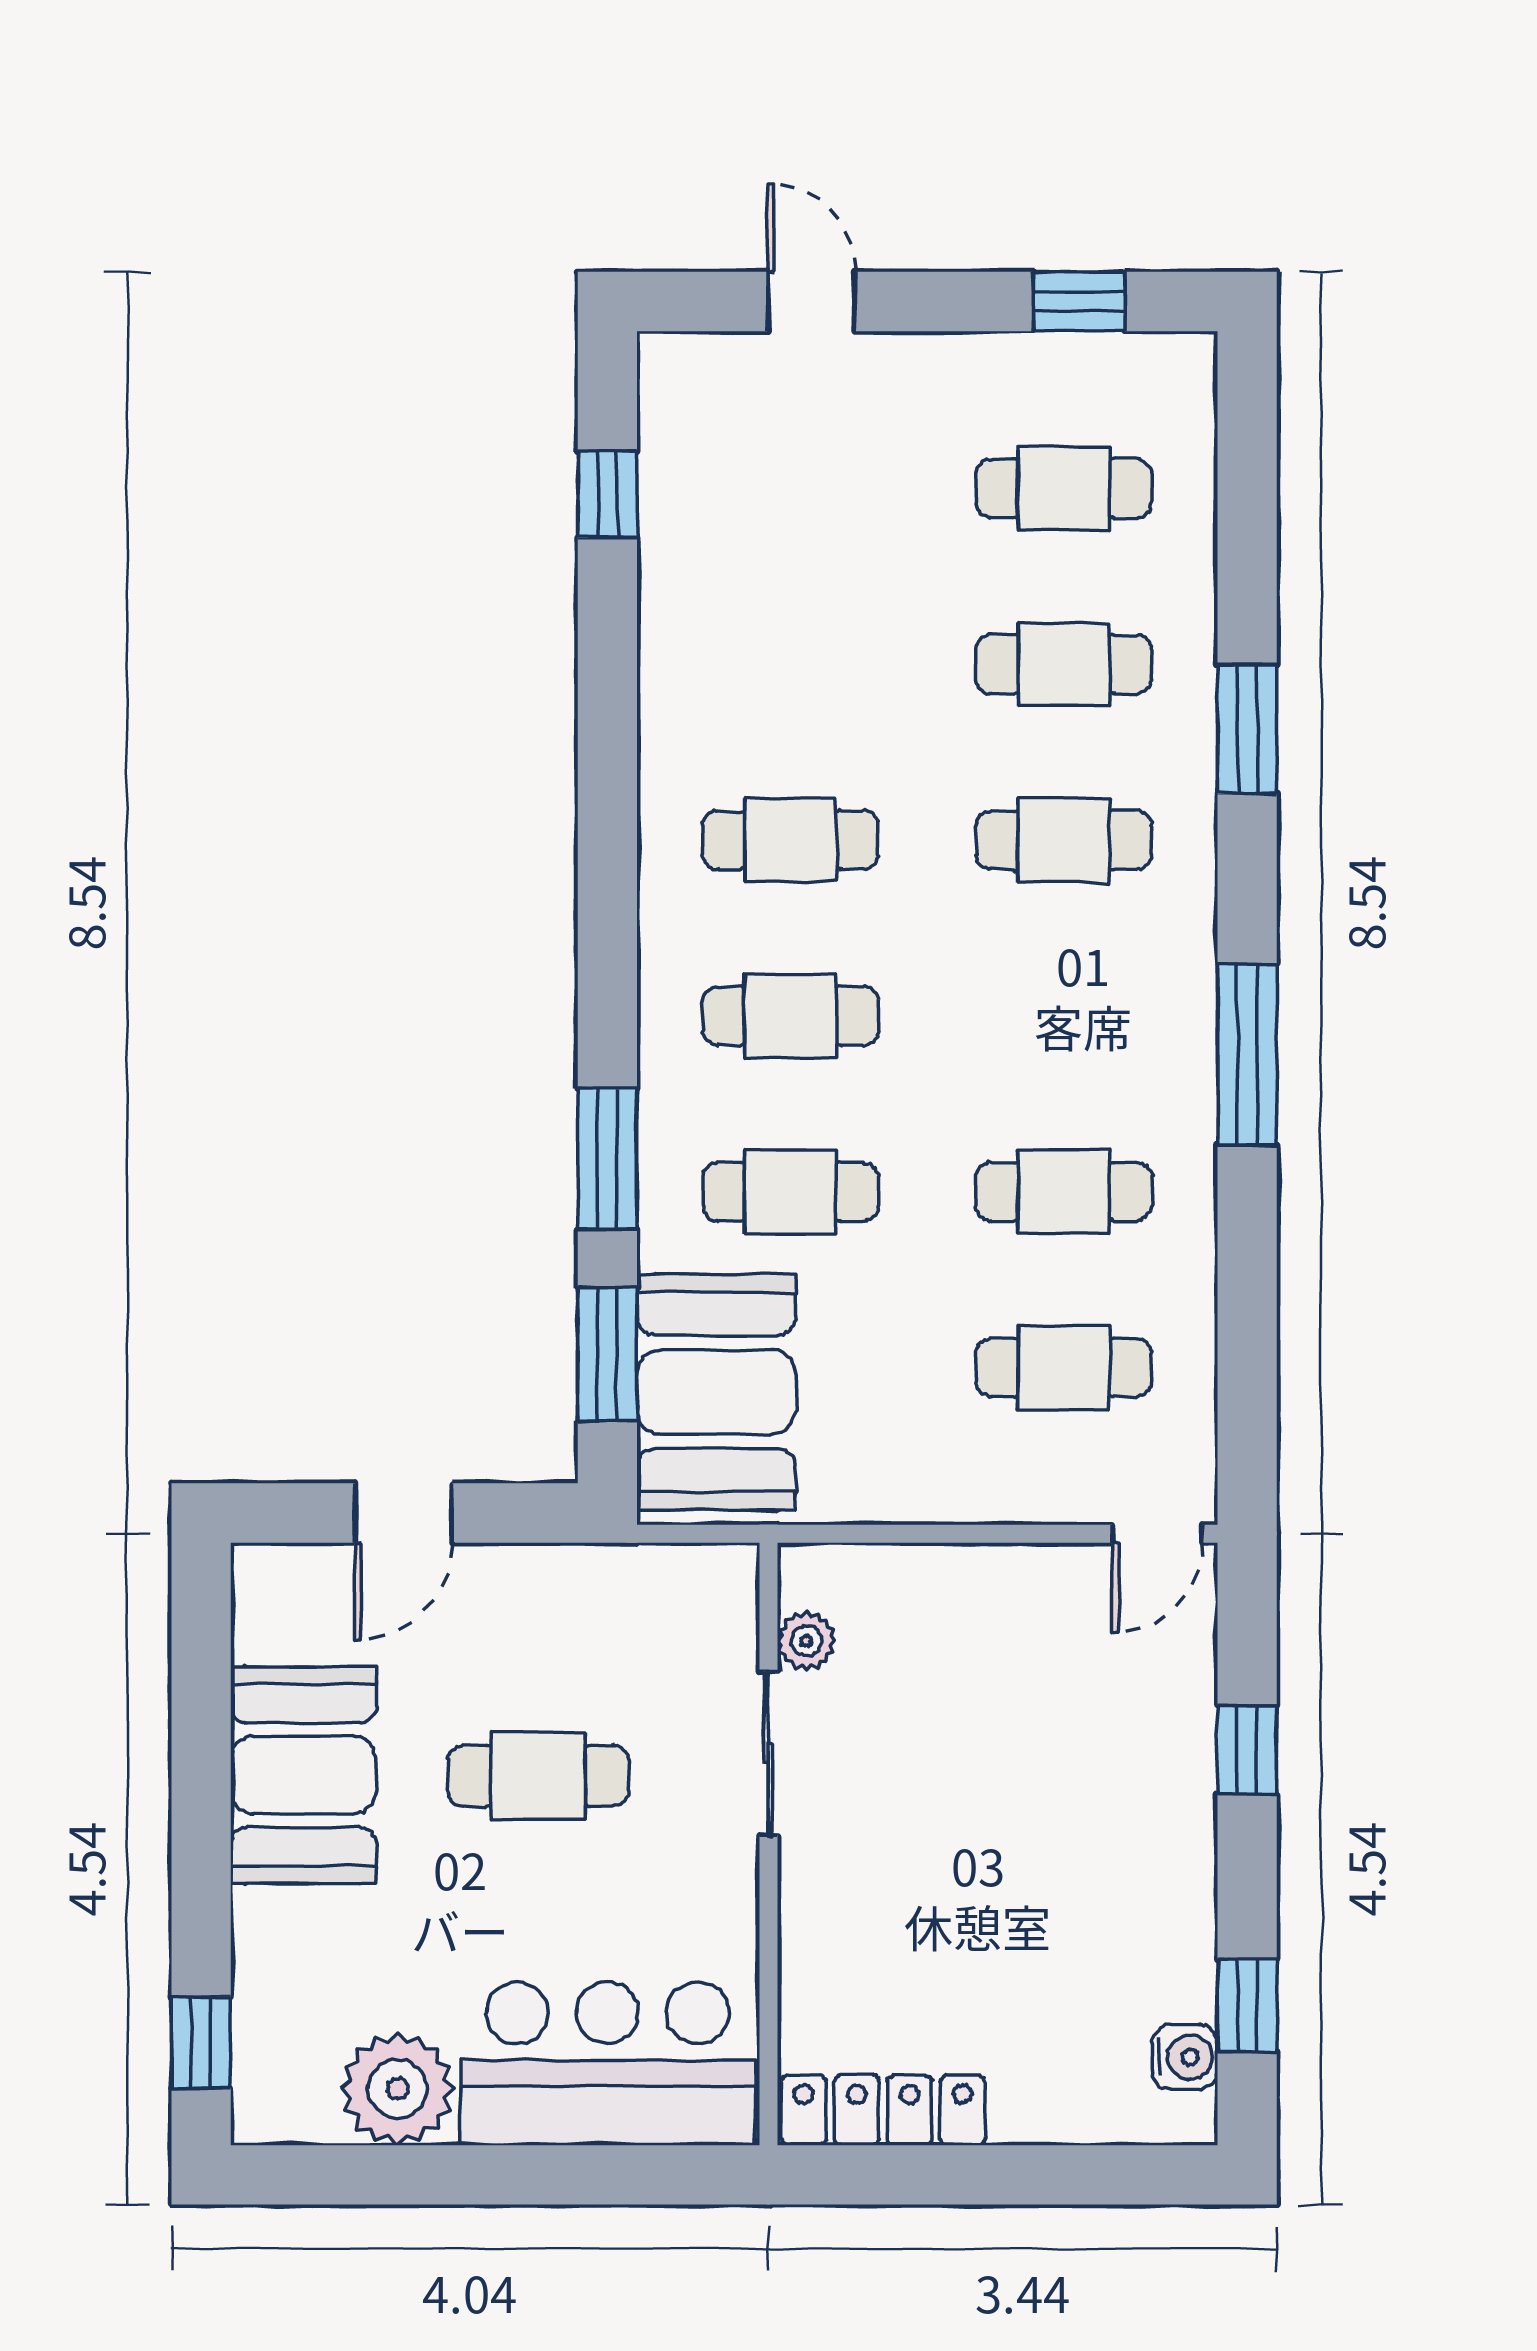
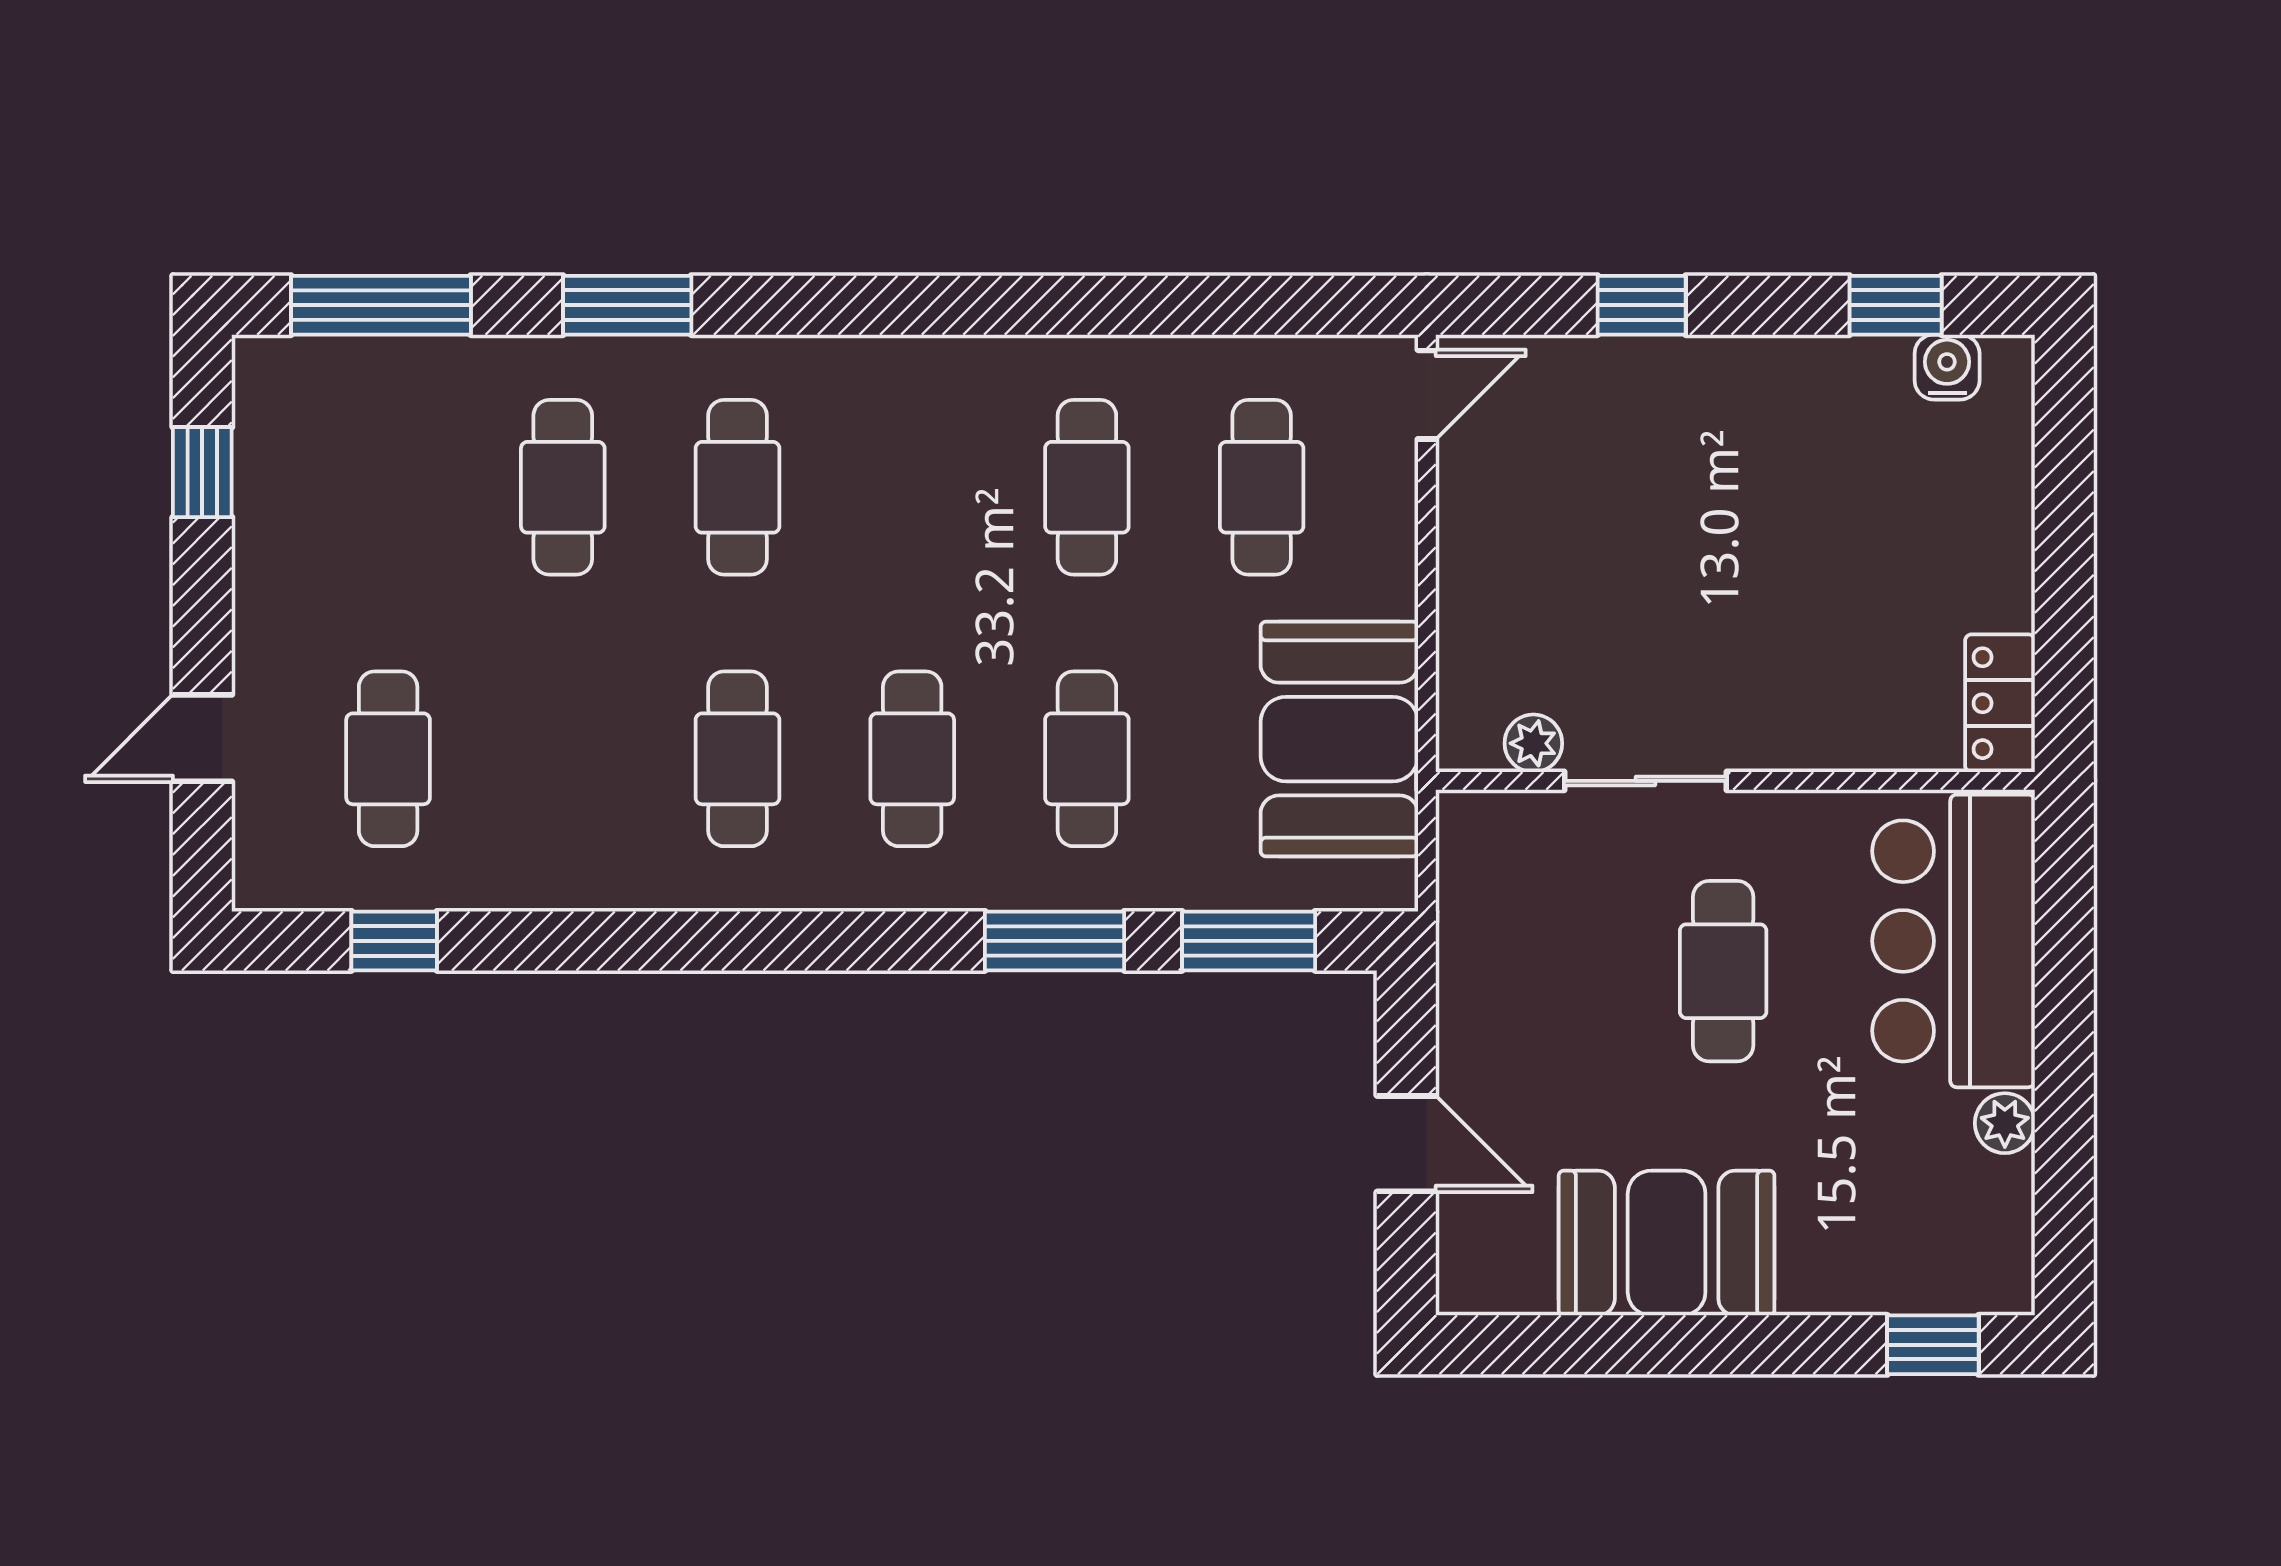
cafe table: (1064, 488) -> (388, 759), moved
window: (1247, 1055) -> (381, 305), moved
booth: (716, 1392) -> (1339, 739), moved, turned 90
door: (1157, 1534) -> (1427, 395), hinge flipped
cafe table: (538, 1776) -> (1723, 971), moved
plant: (398, 2089) -> (2005, 1123), width x0.53, depth x0.53
locker: (883, 2110) -> (2000, 703), width x0.66

